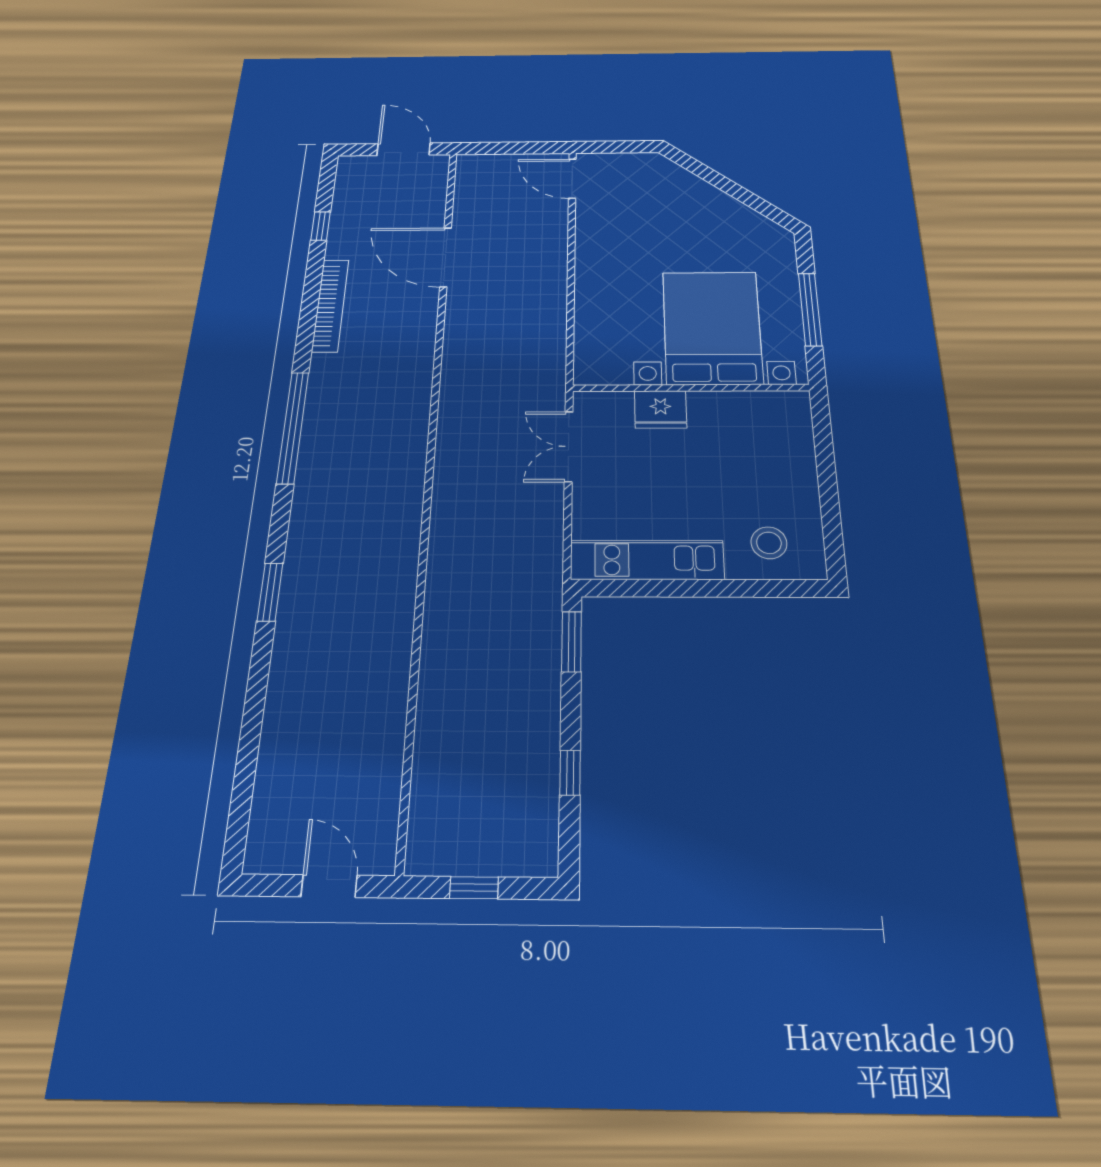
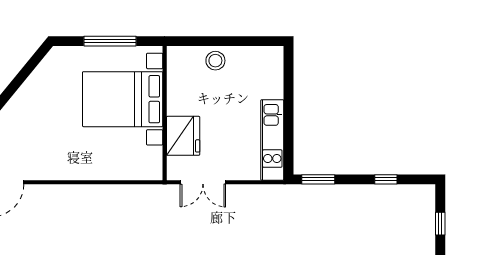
fridge: (660, 409) -> (183, 136), width x1.36, depth x1.34
stool: (769, 543) -> (215, 61), moved

